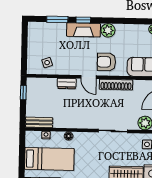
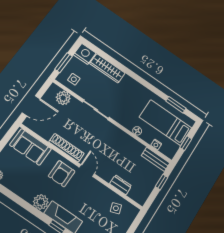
armchair: (106, 62) -> (62, 174), turned 90
dresser: (67, 84) -> (121, 185), moved
window: (23, 93) -> (162, 182), moved
window: (22, 153) -> (186, 143), added

